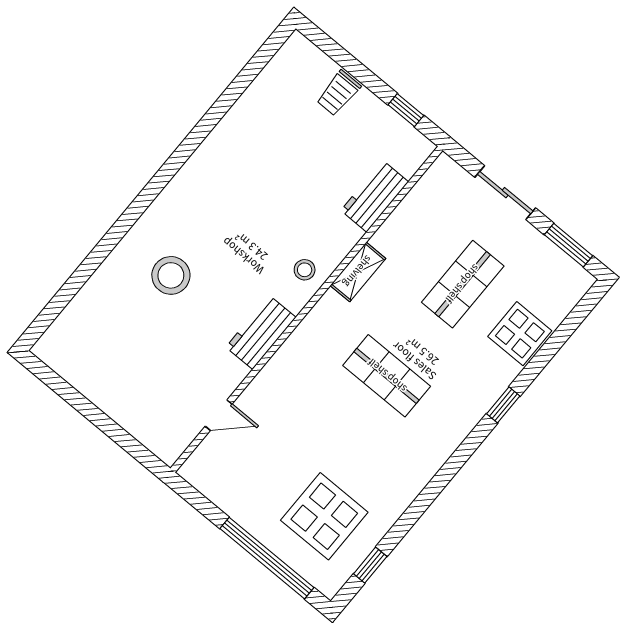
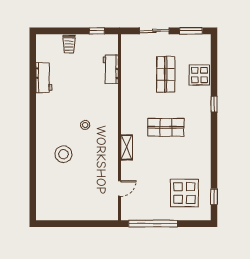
stool: (305, 270) -> (85, 125), moved
shelving: (358, 272) -> (126, 147), moved
workbench: (261, 332) -> (44, 78), moved, turned 180
window: (267, 558) -> (153, 224), moved

